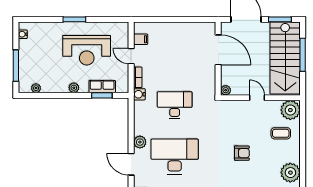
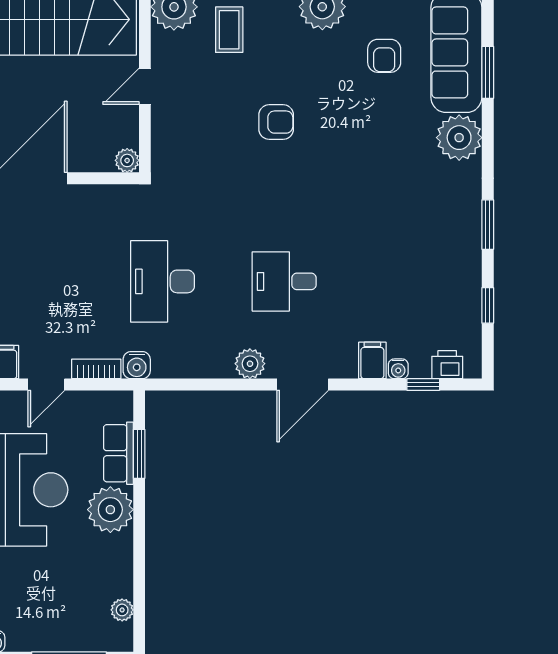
plant: (74, 88) -> (110, 510), width x1.88, depth x1.88
armchair: (242, 153) -> (276, 122), turned 90
desk: (175, 157) -> (284, 281), width x0.53, depth x0.77

